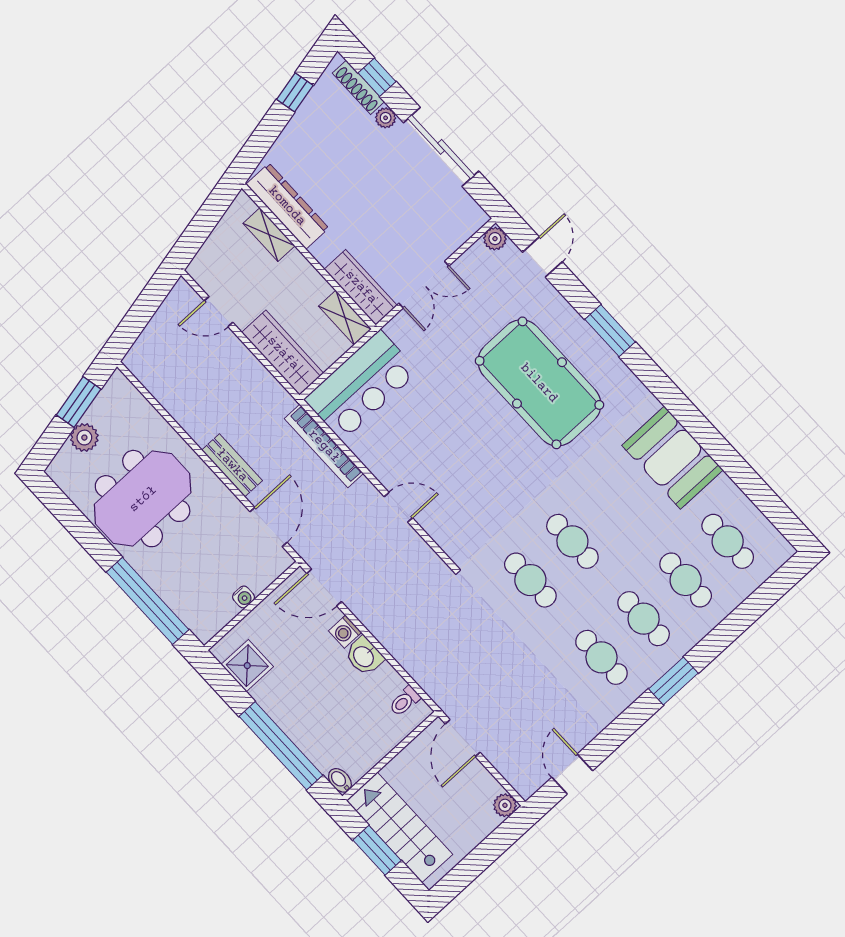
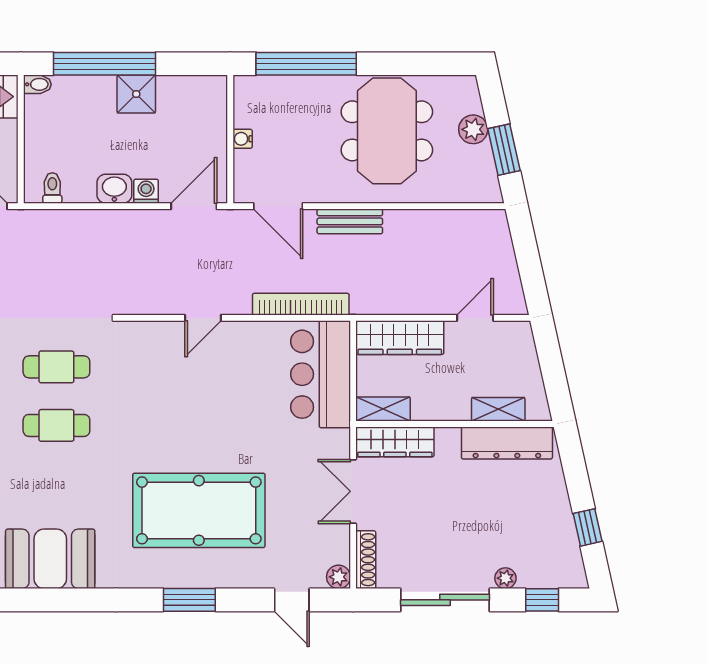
shoe rack: (358, 87) -> (366, 560), moved, turned 90
shower: (247, 666) -> (136, 94), moved

